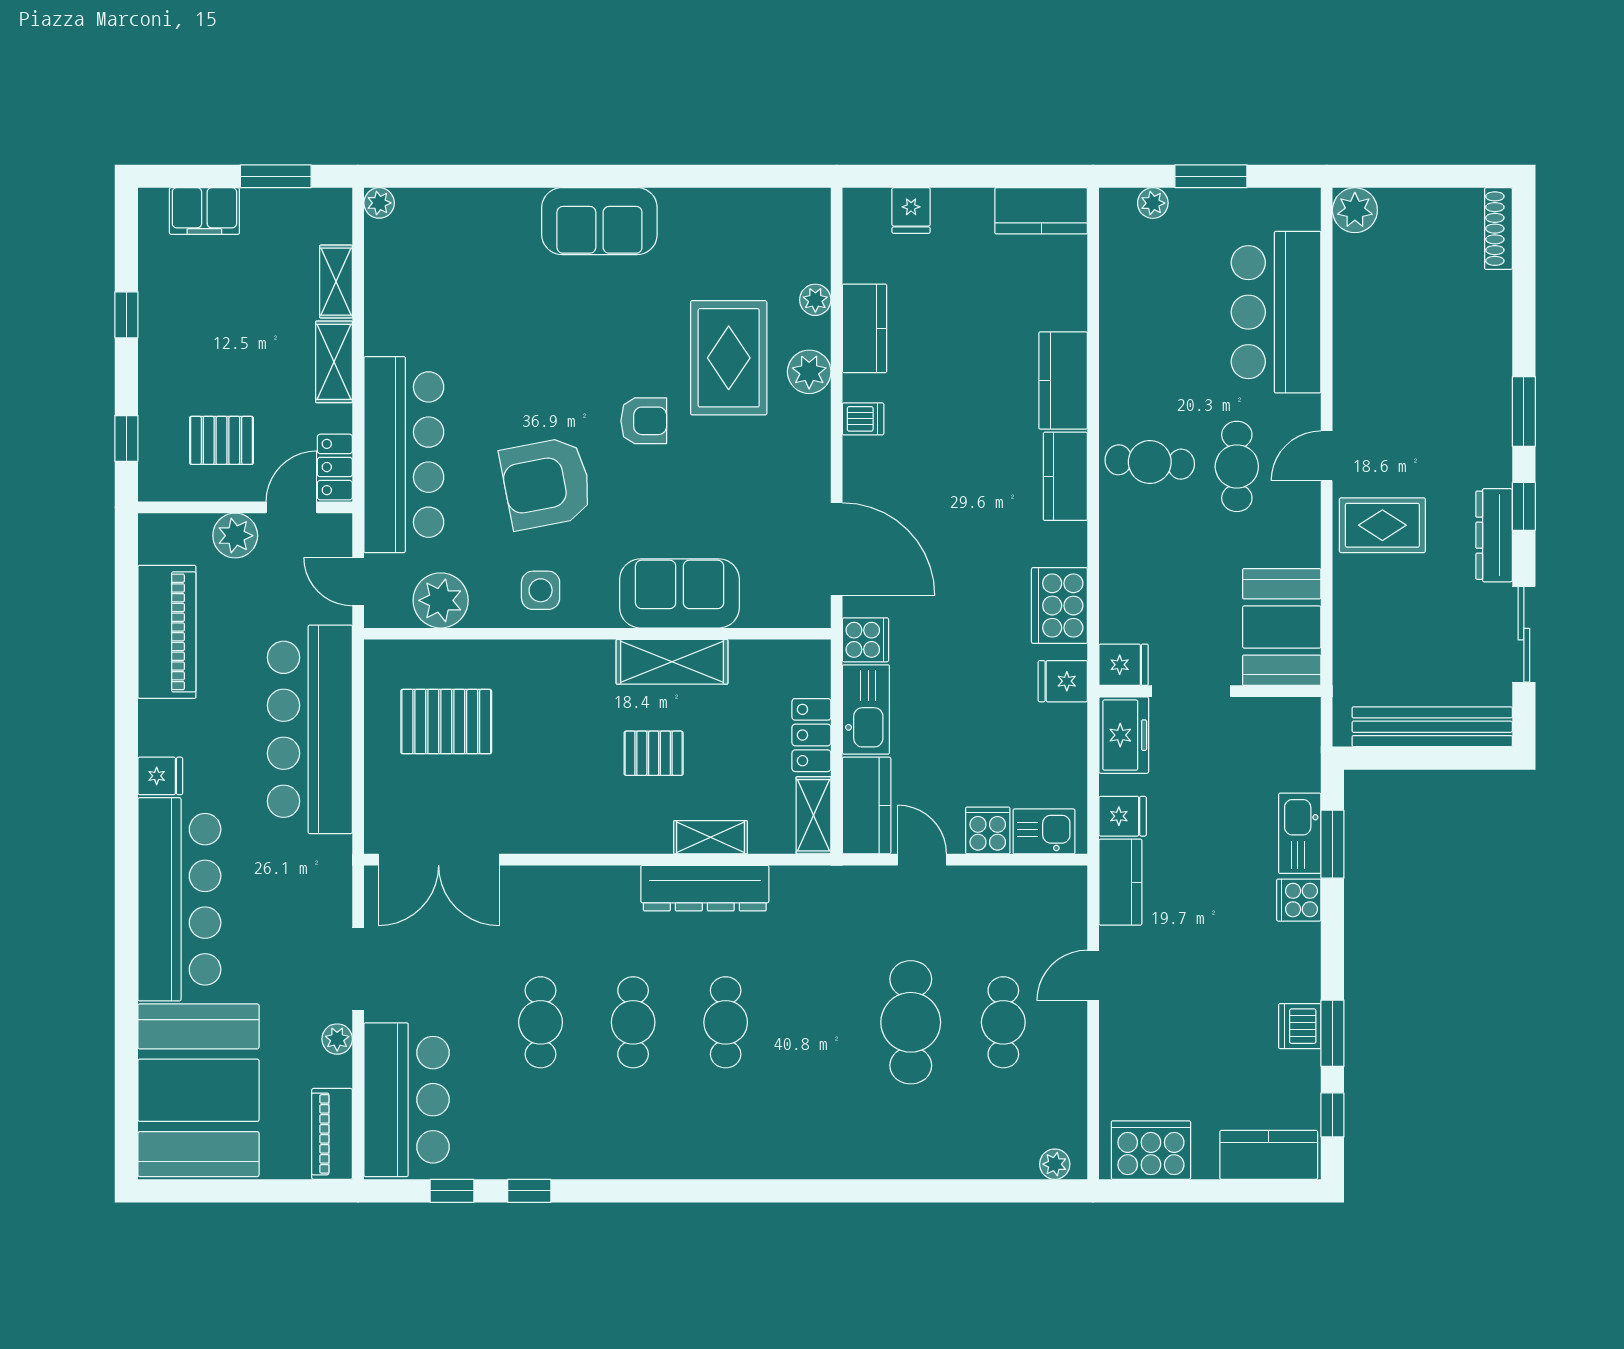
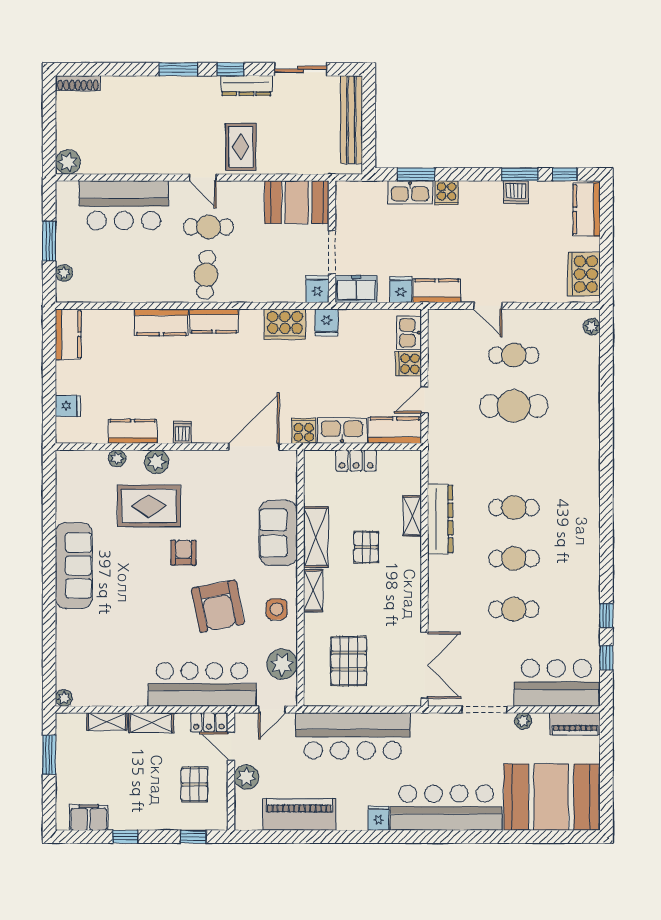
filing cabinet: (204, 211) -> (89, 818), moved, turned -90
sofa: (599, 221) -> (74, 565), width x1.36
shelving: (814, 815) -> (313, 591), moved, turned 90

